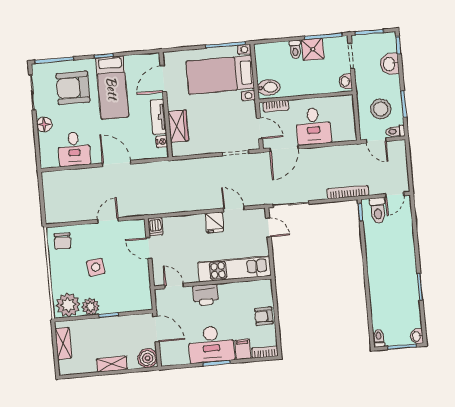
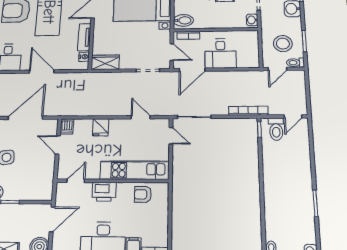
wardrobe: (178, 126) -> (105, 62), moved, turned -90
door: (376, 140) -> (277, 69), hinge flipped
door: (108, 220) -> (25, 118), width x1.88
fridge: (214, 222) -> (101, 127), moved
door: (174, 286) -> (76, 181), hinge flipped
armchair: (264, 316) -> (143, 194), moved
door: (156, 329) -> (52, 219), hinge flipped

